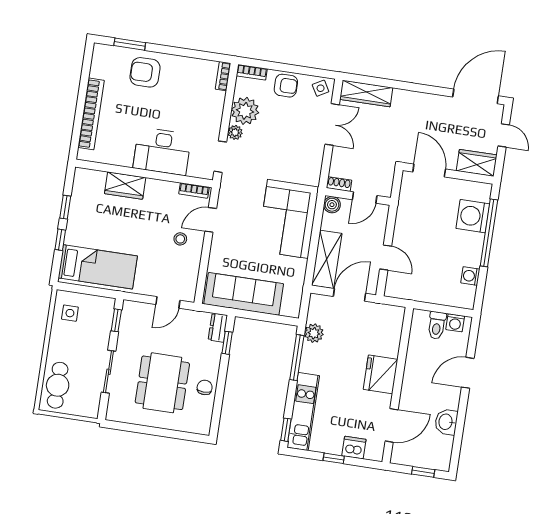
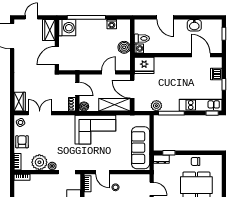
wardrobe: (366, 94) -> (20, 102), width x0.67
washing machine: (473, 216) -> (67, 28), moved, turned -90
boiler: (426, 292) -> (124, 47), added
washing machine: (455, 323) -> (139, 48), moved
fridge: (381, 374) -> (144, 65), moved

